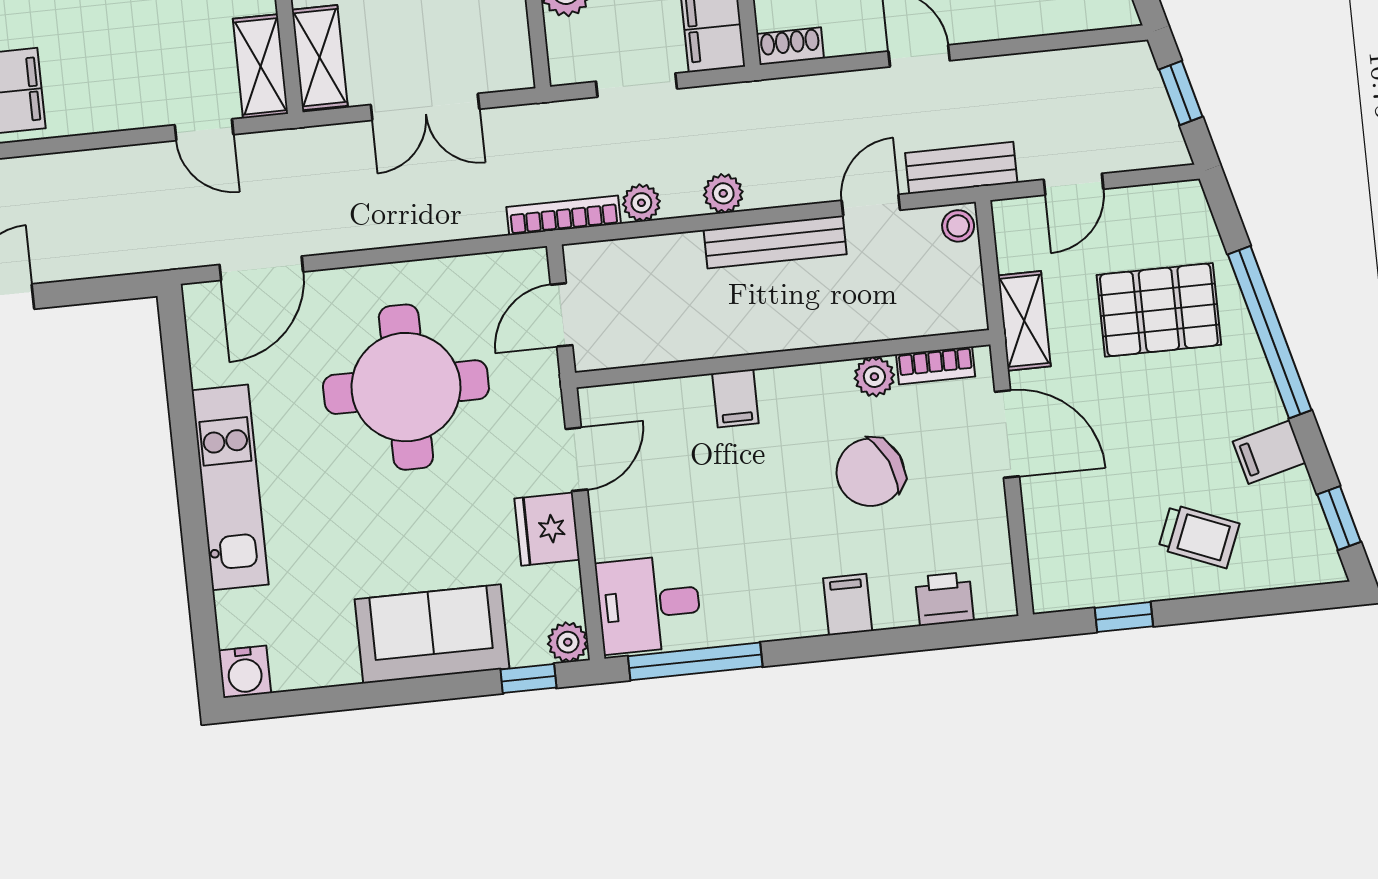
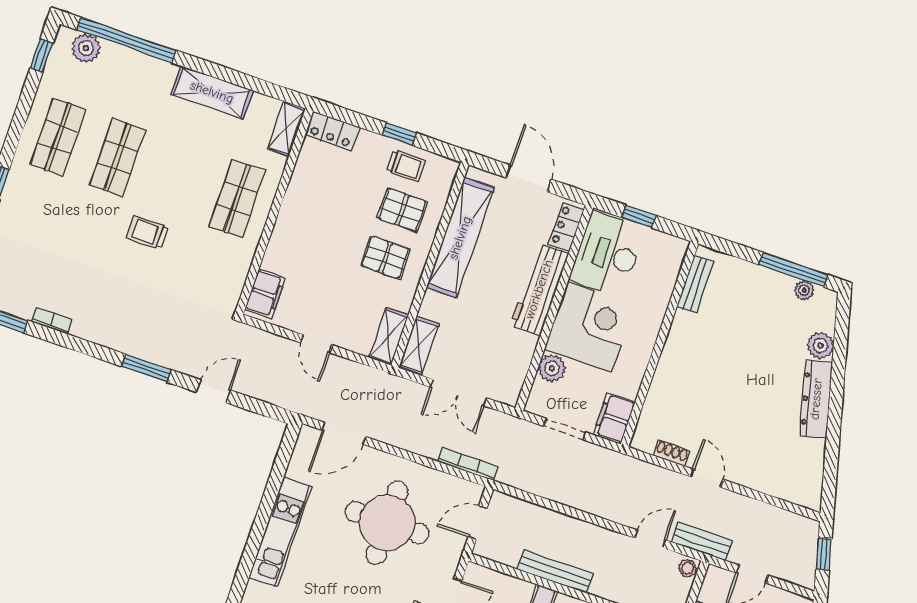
shoe rack: (790, 46) -> (671, 453), moved
door: (204, 130) -> (316, 344), moved
plant: (723, 193) -> (582, 500), removed
plant: (641, 203) -> (541, 487), removed
bookcase: (564, 215) -> (468, 464), moved
bench: (775, 242) -> (555, 572), moved

